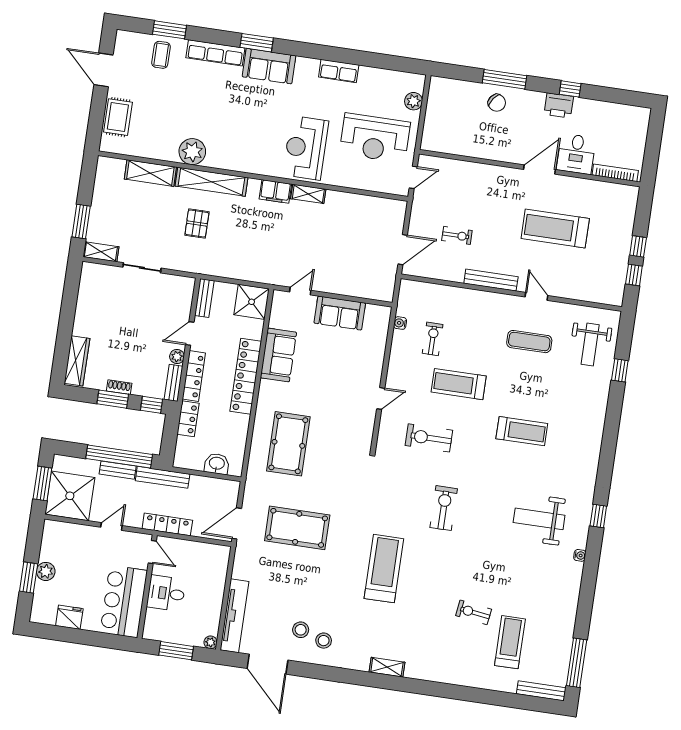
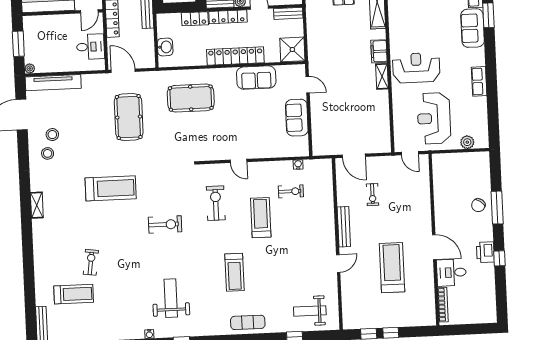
exercise mat: (529, 342) -> (248, 322), moved, turned 90
desk: (166, 593) -> (90, 47), moved, turned 90

